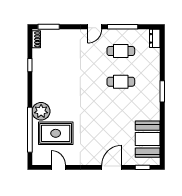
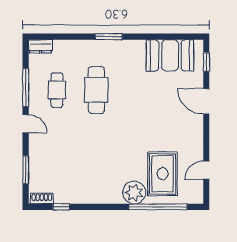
window: (49, 27) -> (26, 170), moved
window: (30, 65) -> (61, 207), moved
cafe table: (121, 82) -> (96, 90), width x1.37, depth x1.35

